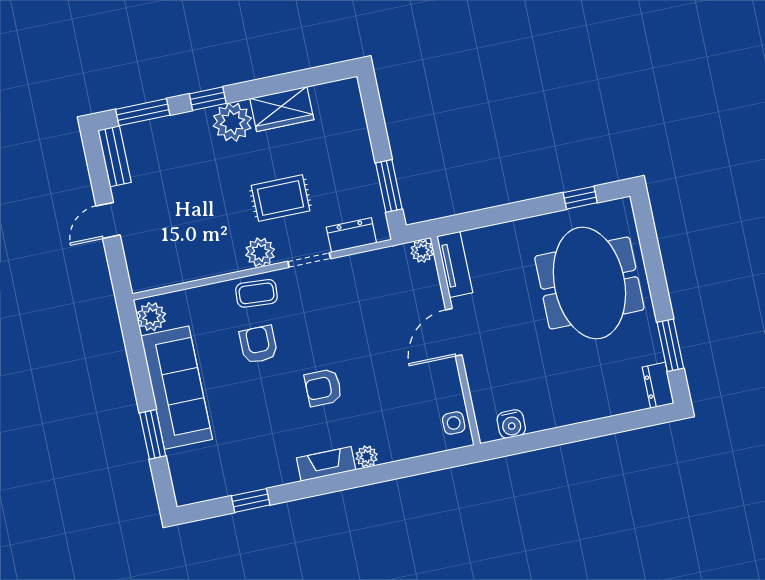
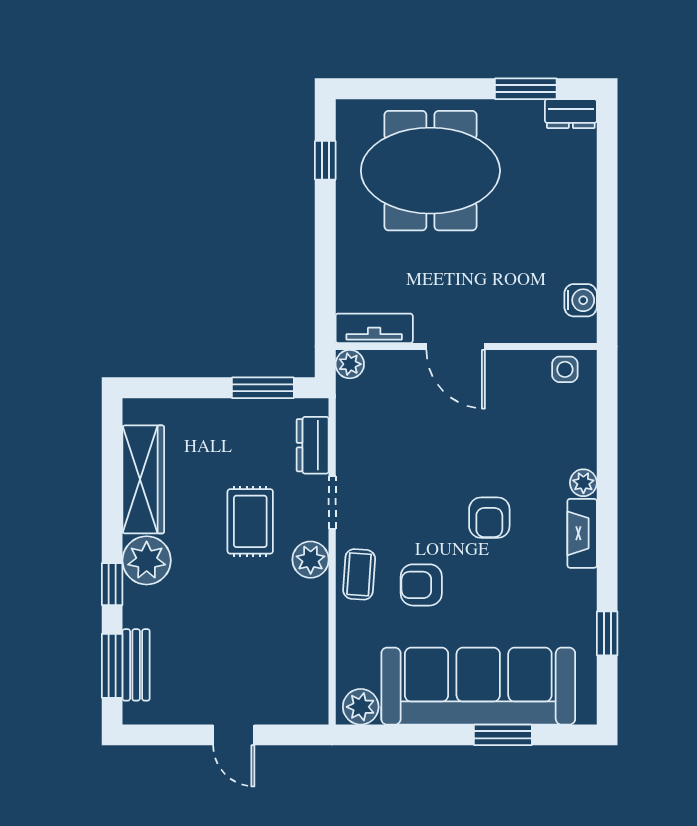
wardrobe: (282, 109) -> (143, 479), width x1.50
bench: (114, 156) -> (136, 665), moved, turned 90
sofa: (177, 388) -> (478, 686), width x1.36, depth x1.27

